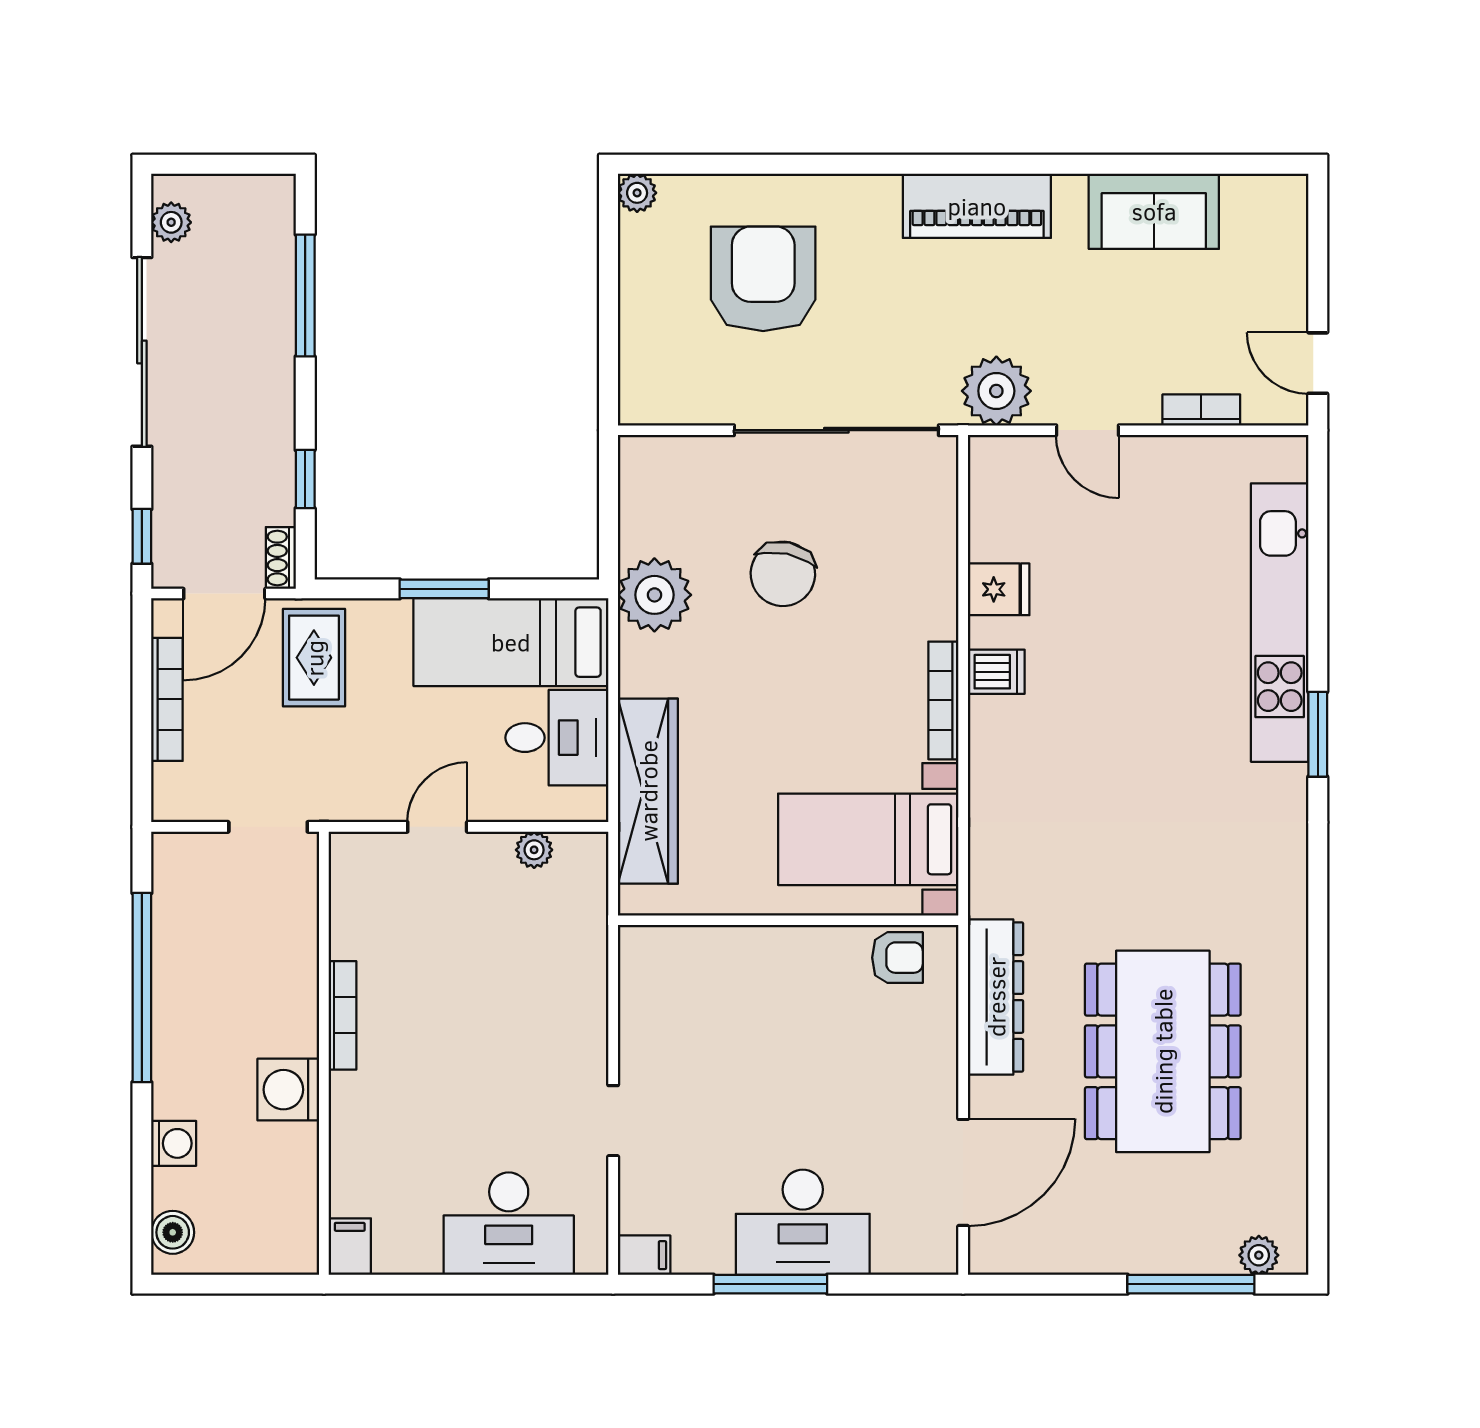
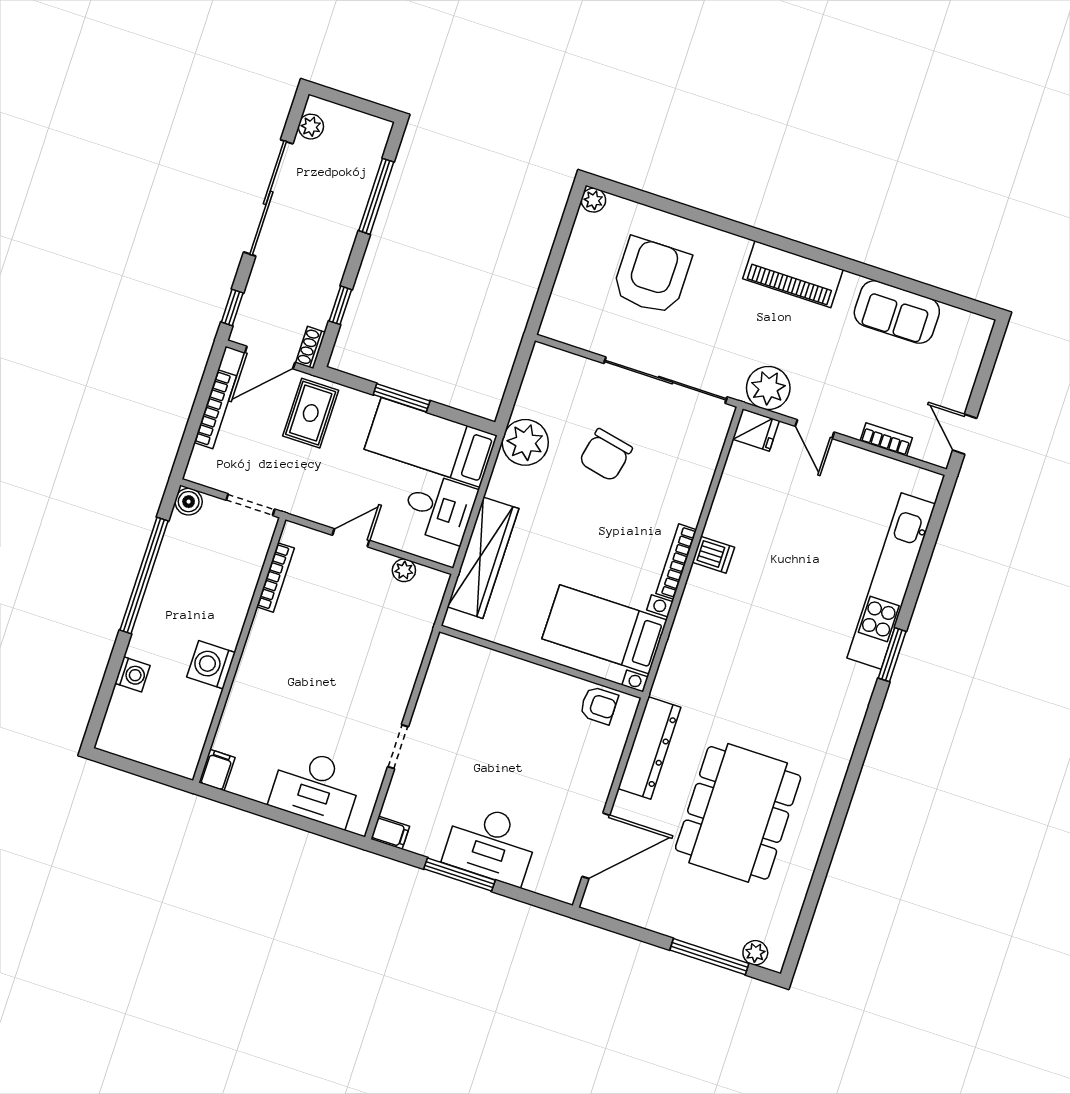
fridge: (999, 589) -> (756, 430), moved
bookcase: (342, 1015) -> (275, 577), moved
boiler: (173, 1232) -> (189, 502), moved

